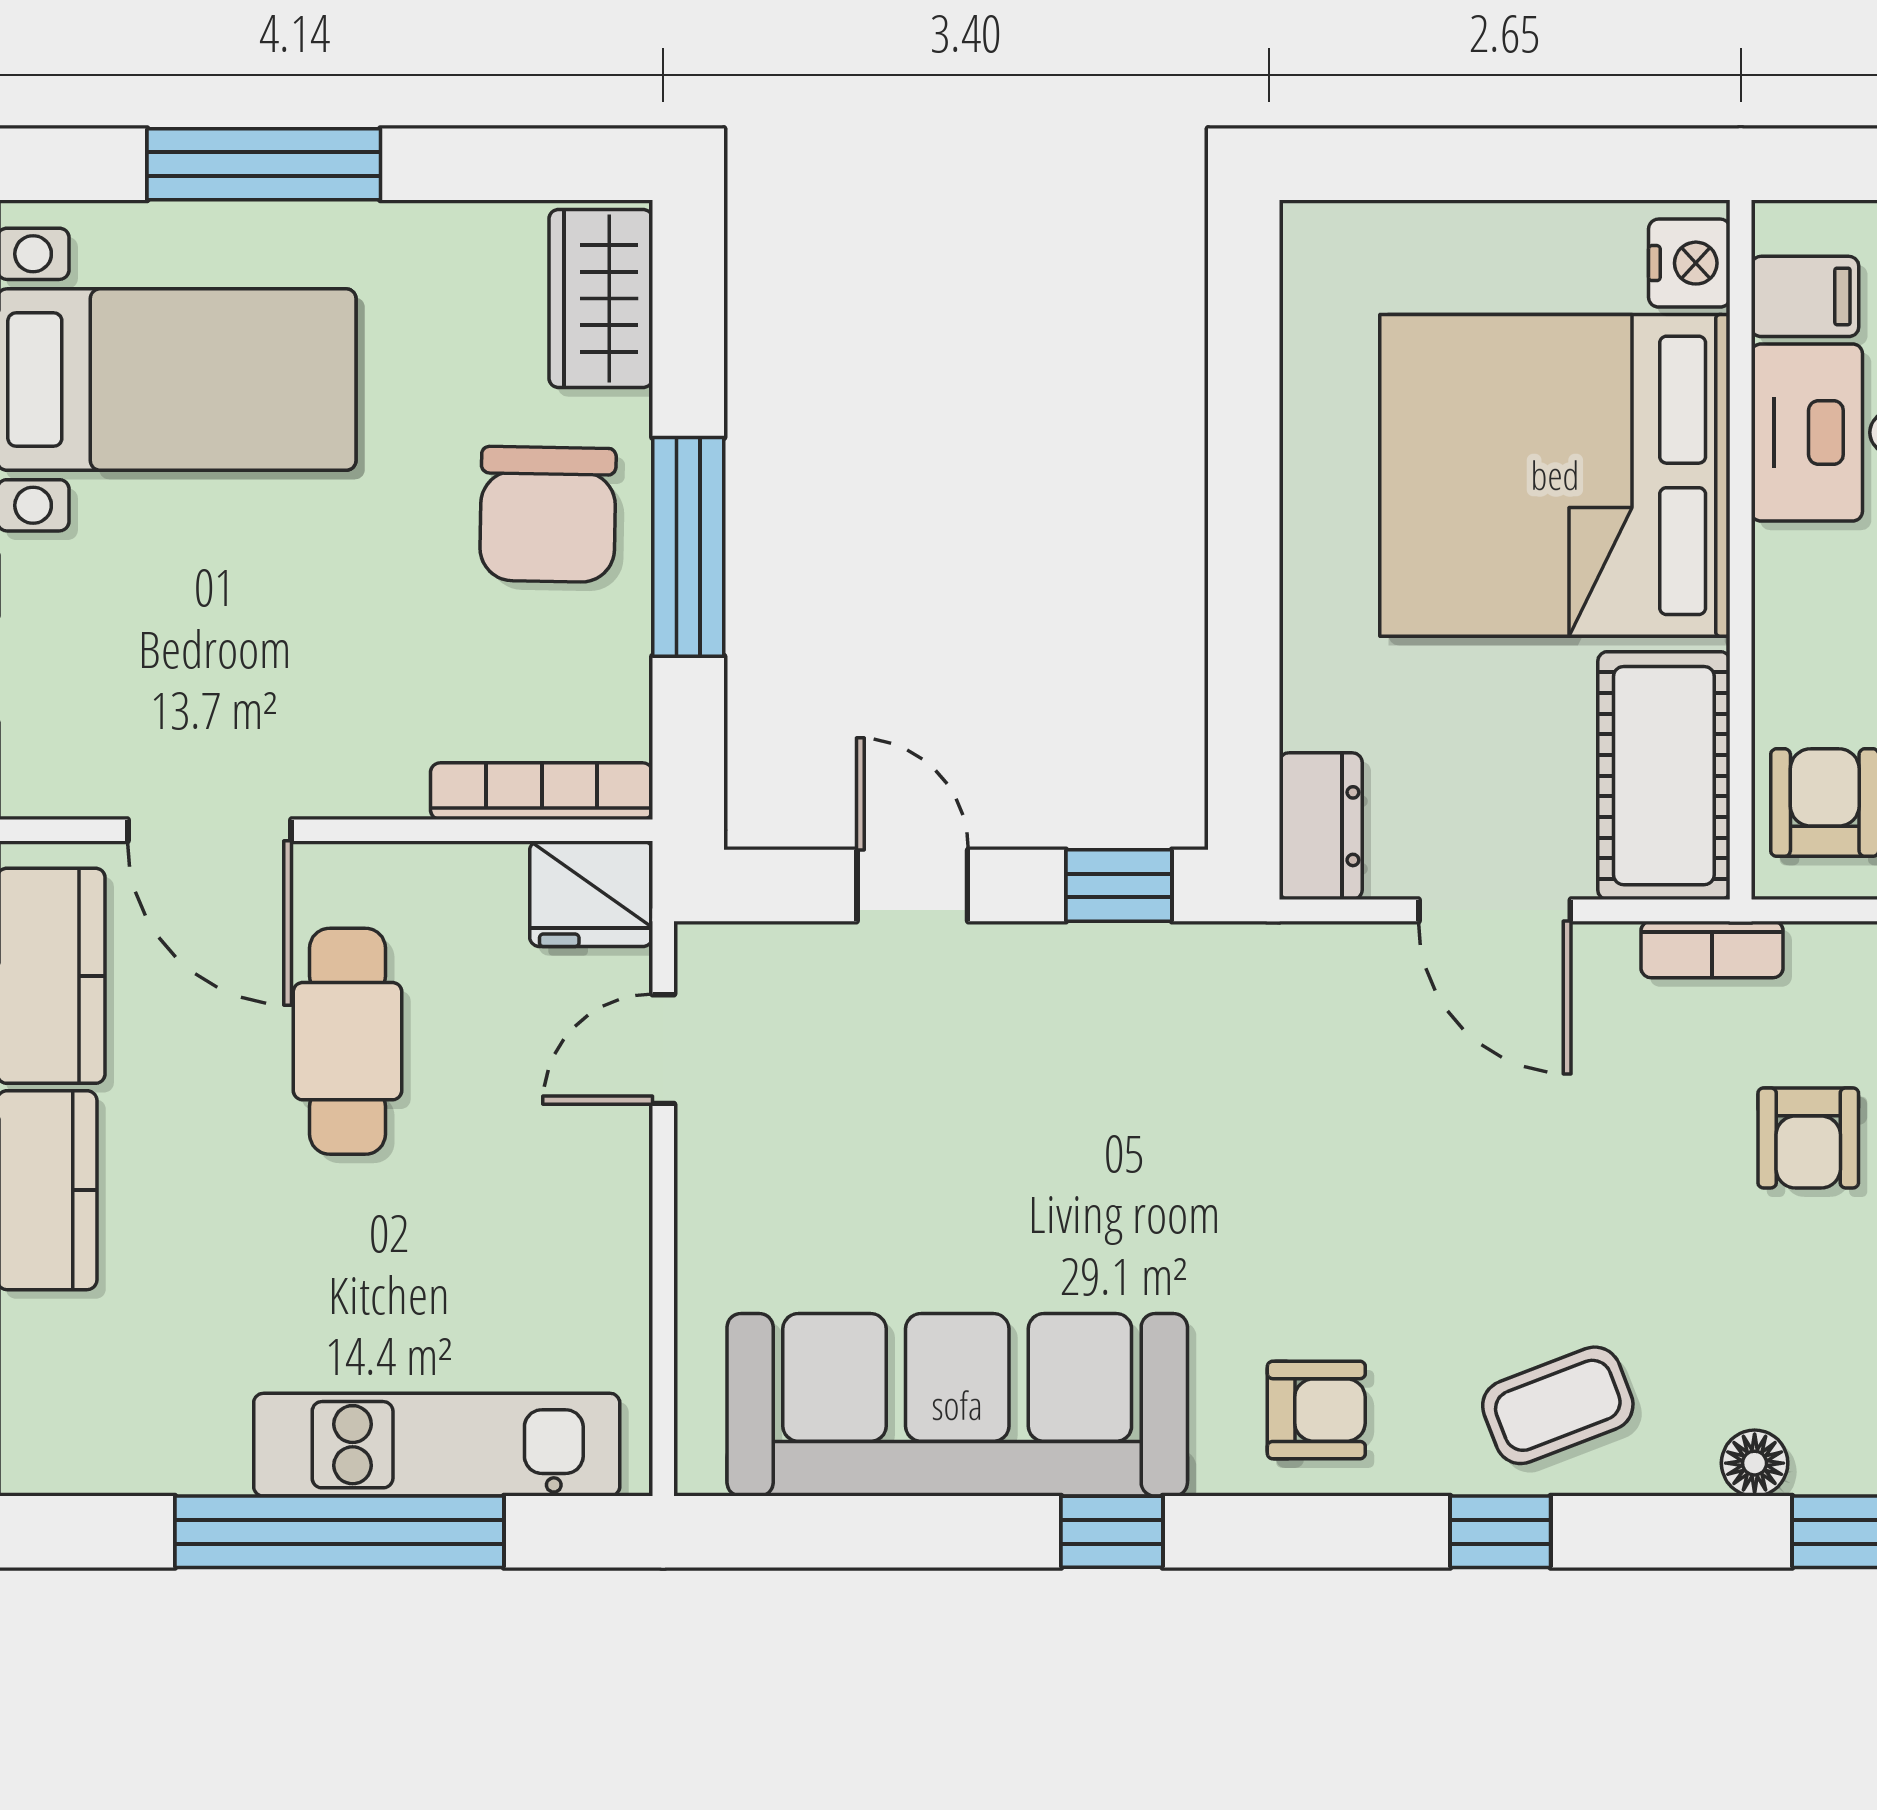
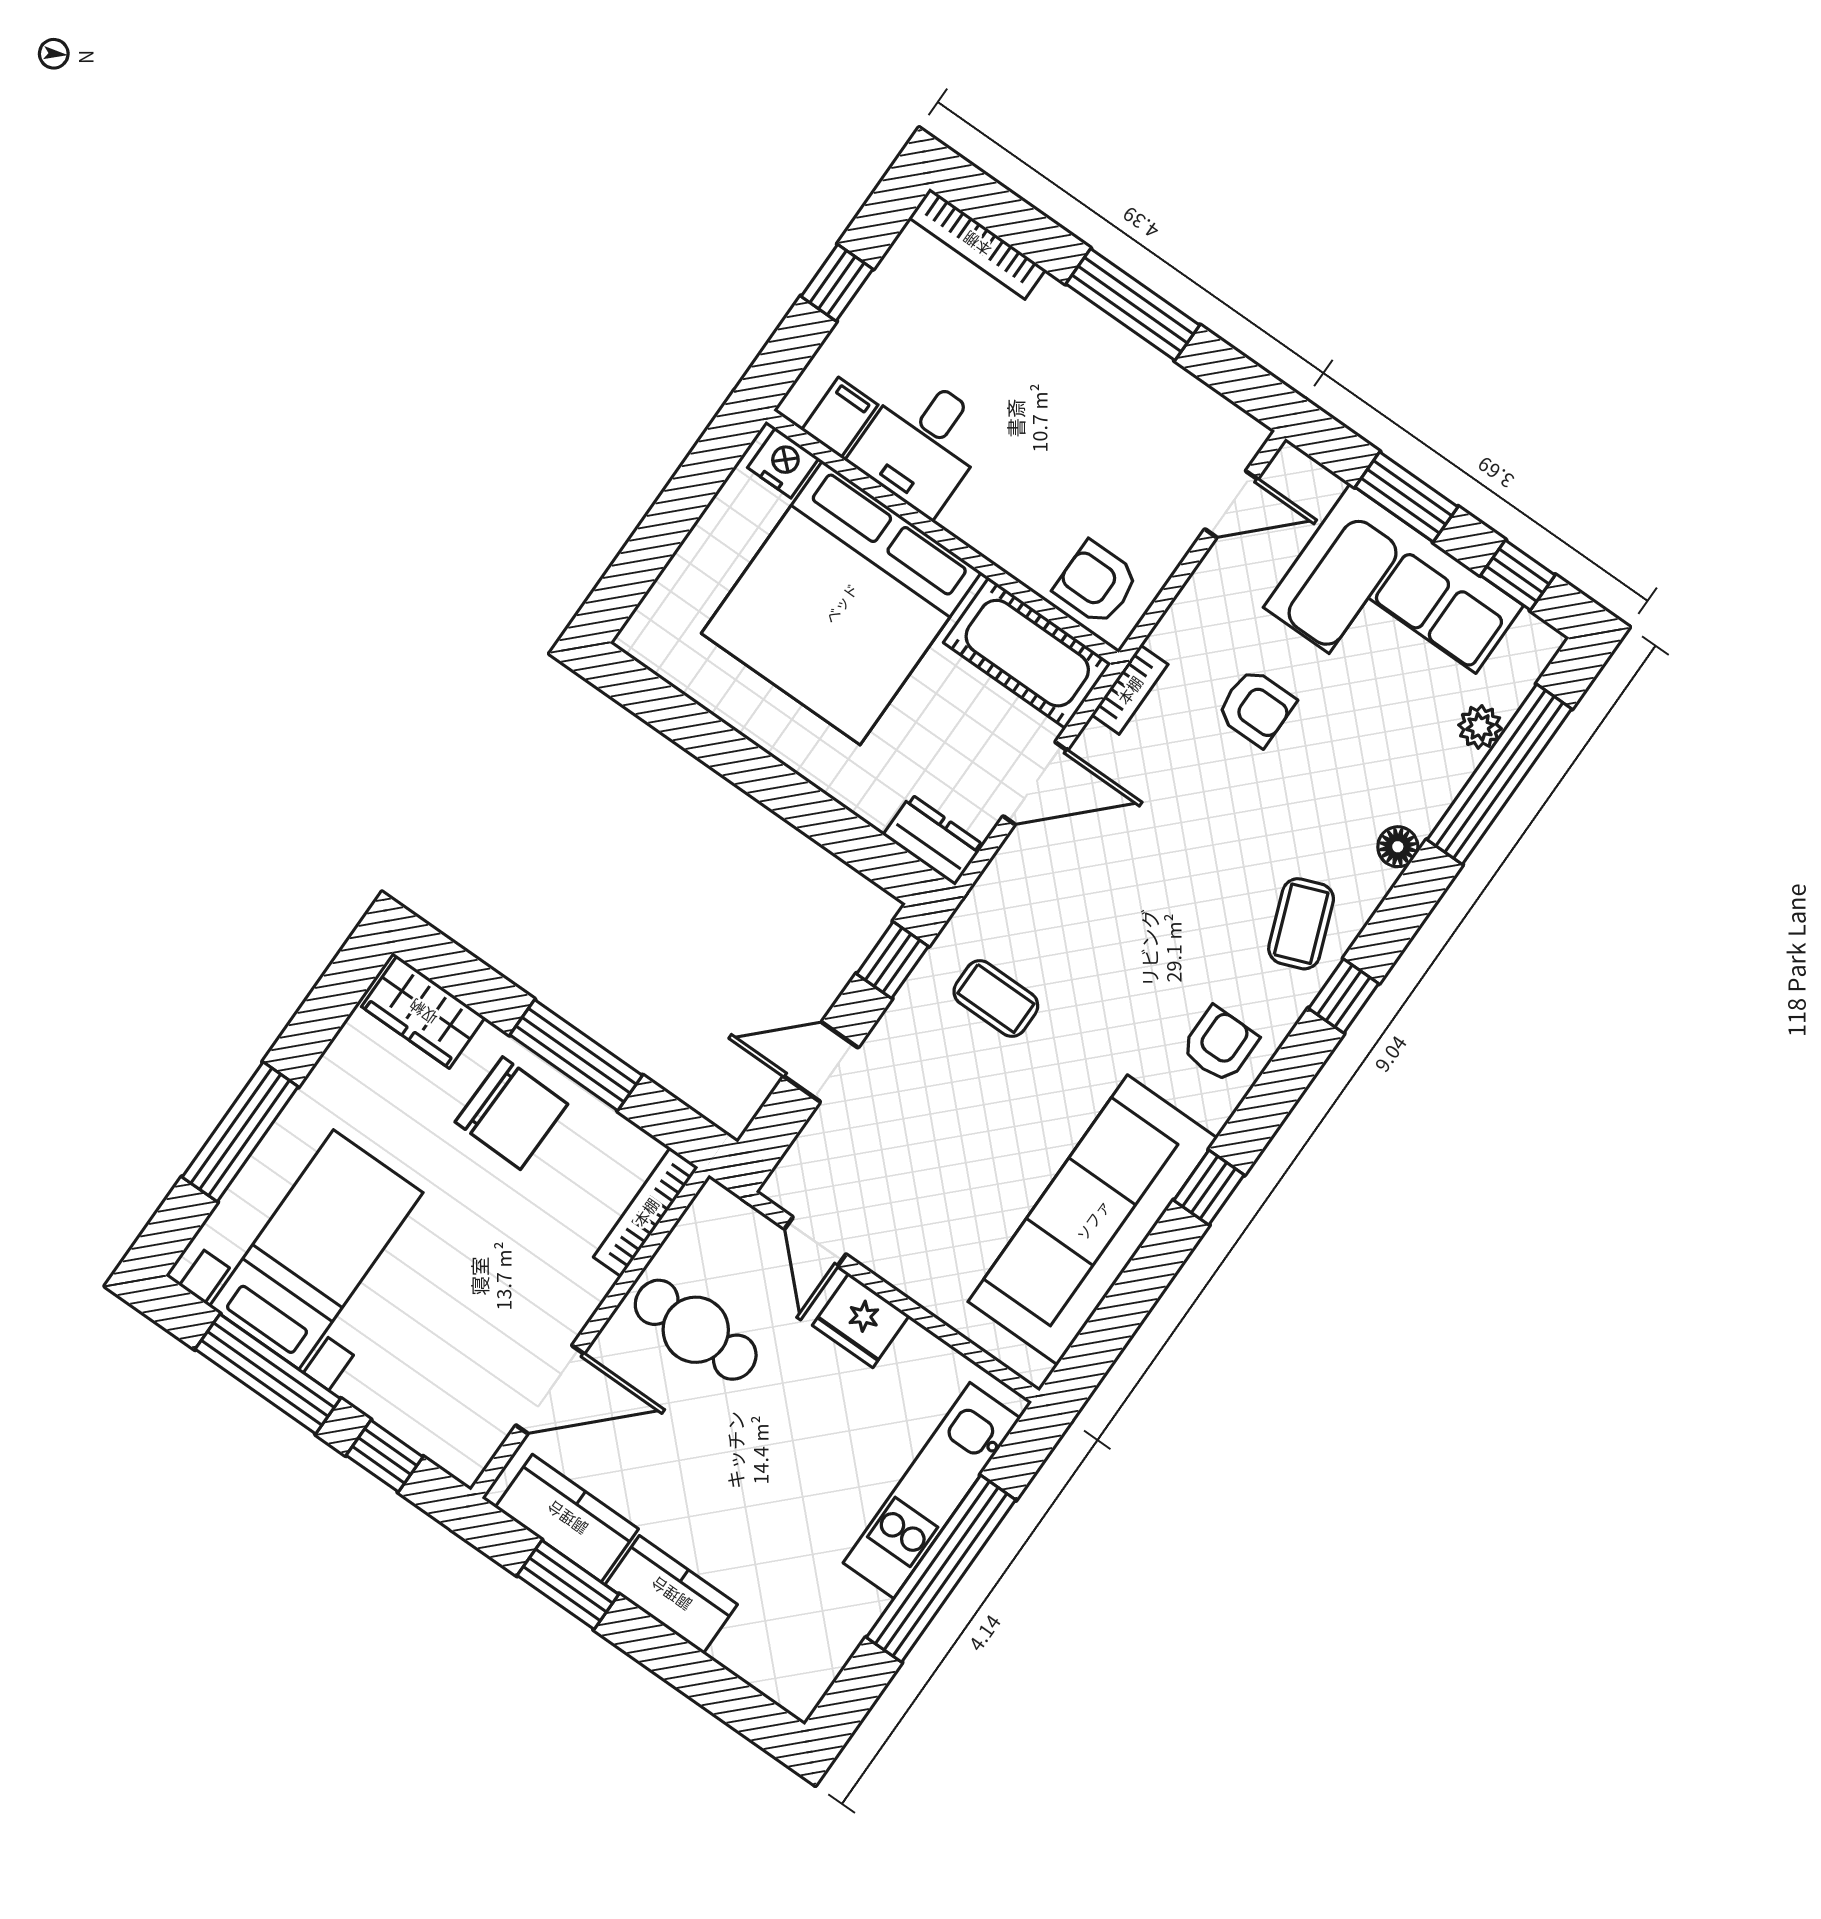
fridge: (591, 894) -> (861, 1320), moved, turned 90
cafe table: (348, 1041) -> (696, 1330), moved
coffee table: (1165, 1062) -> (996, 998), added

